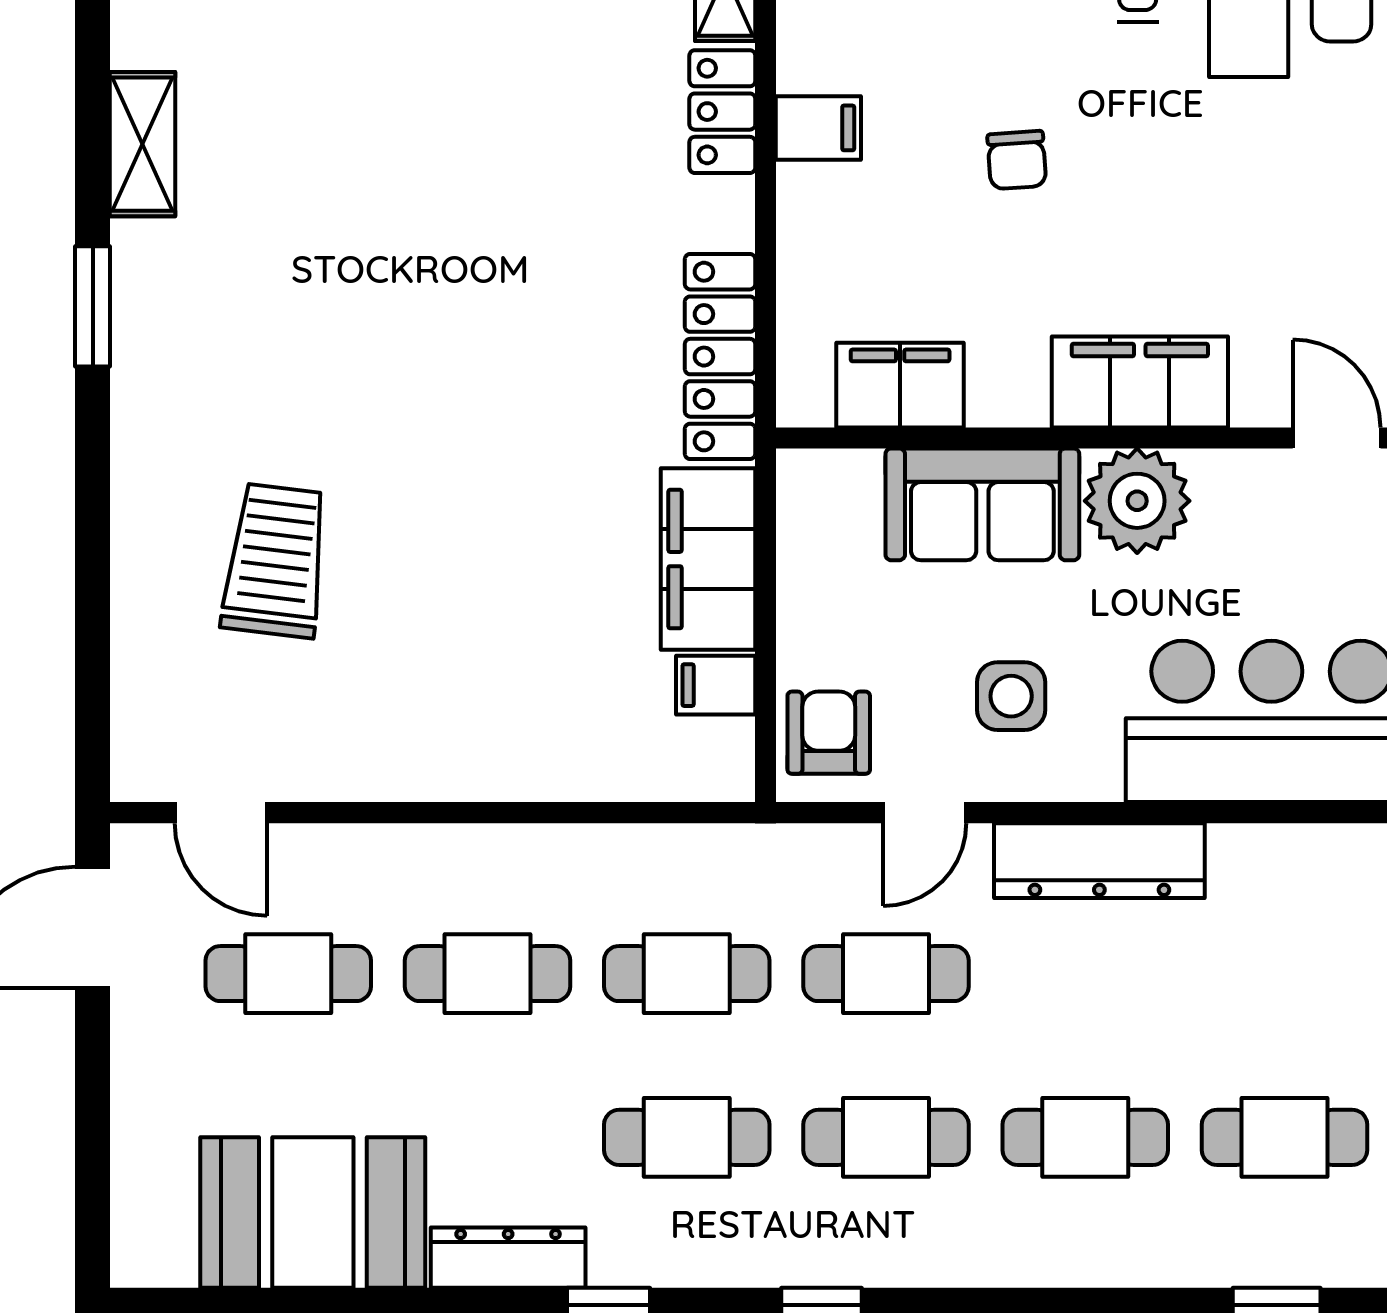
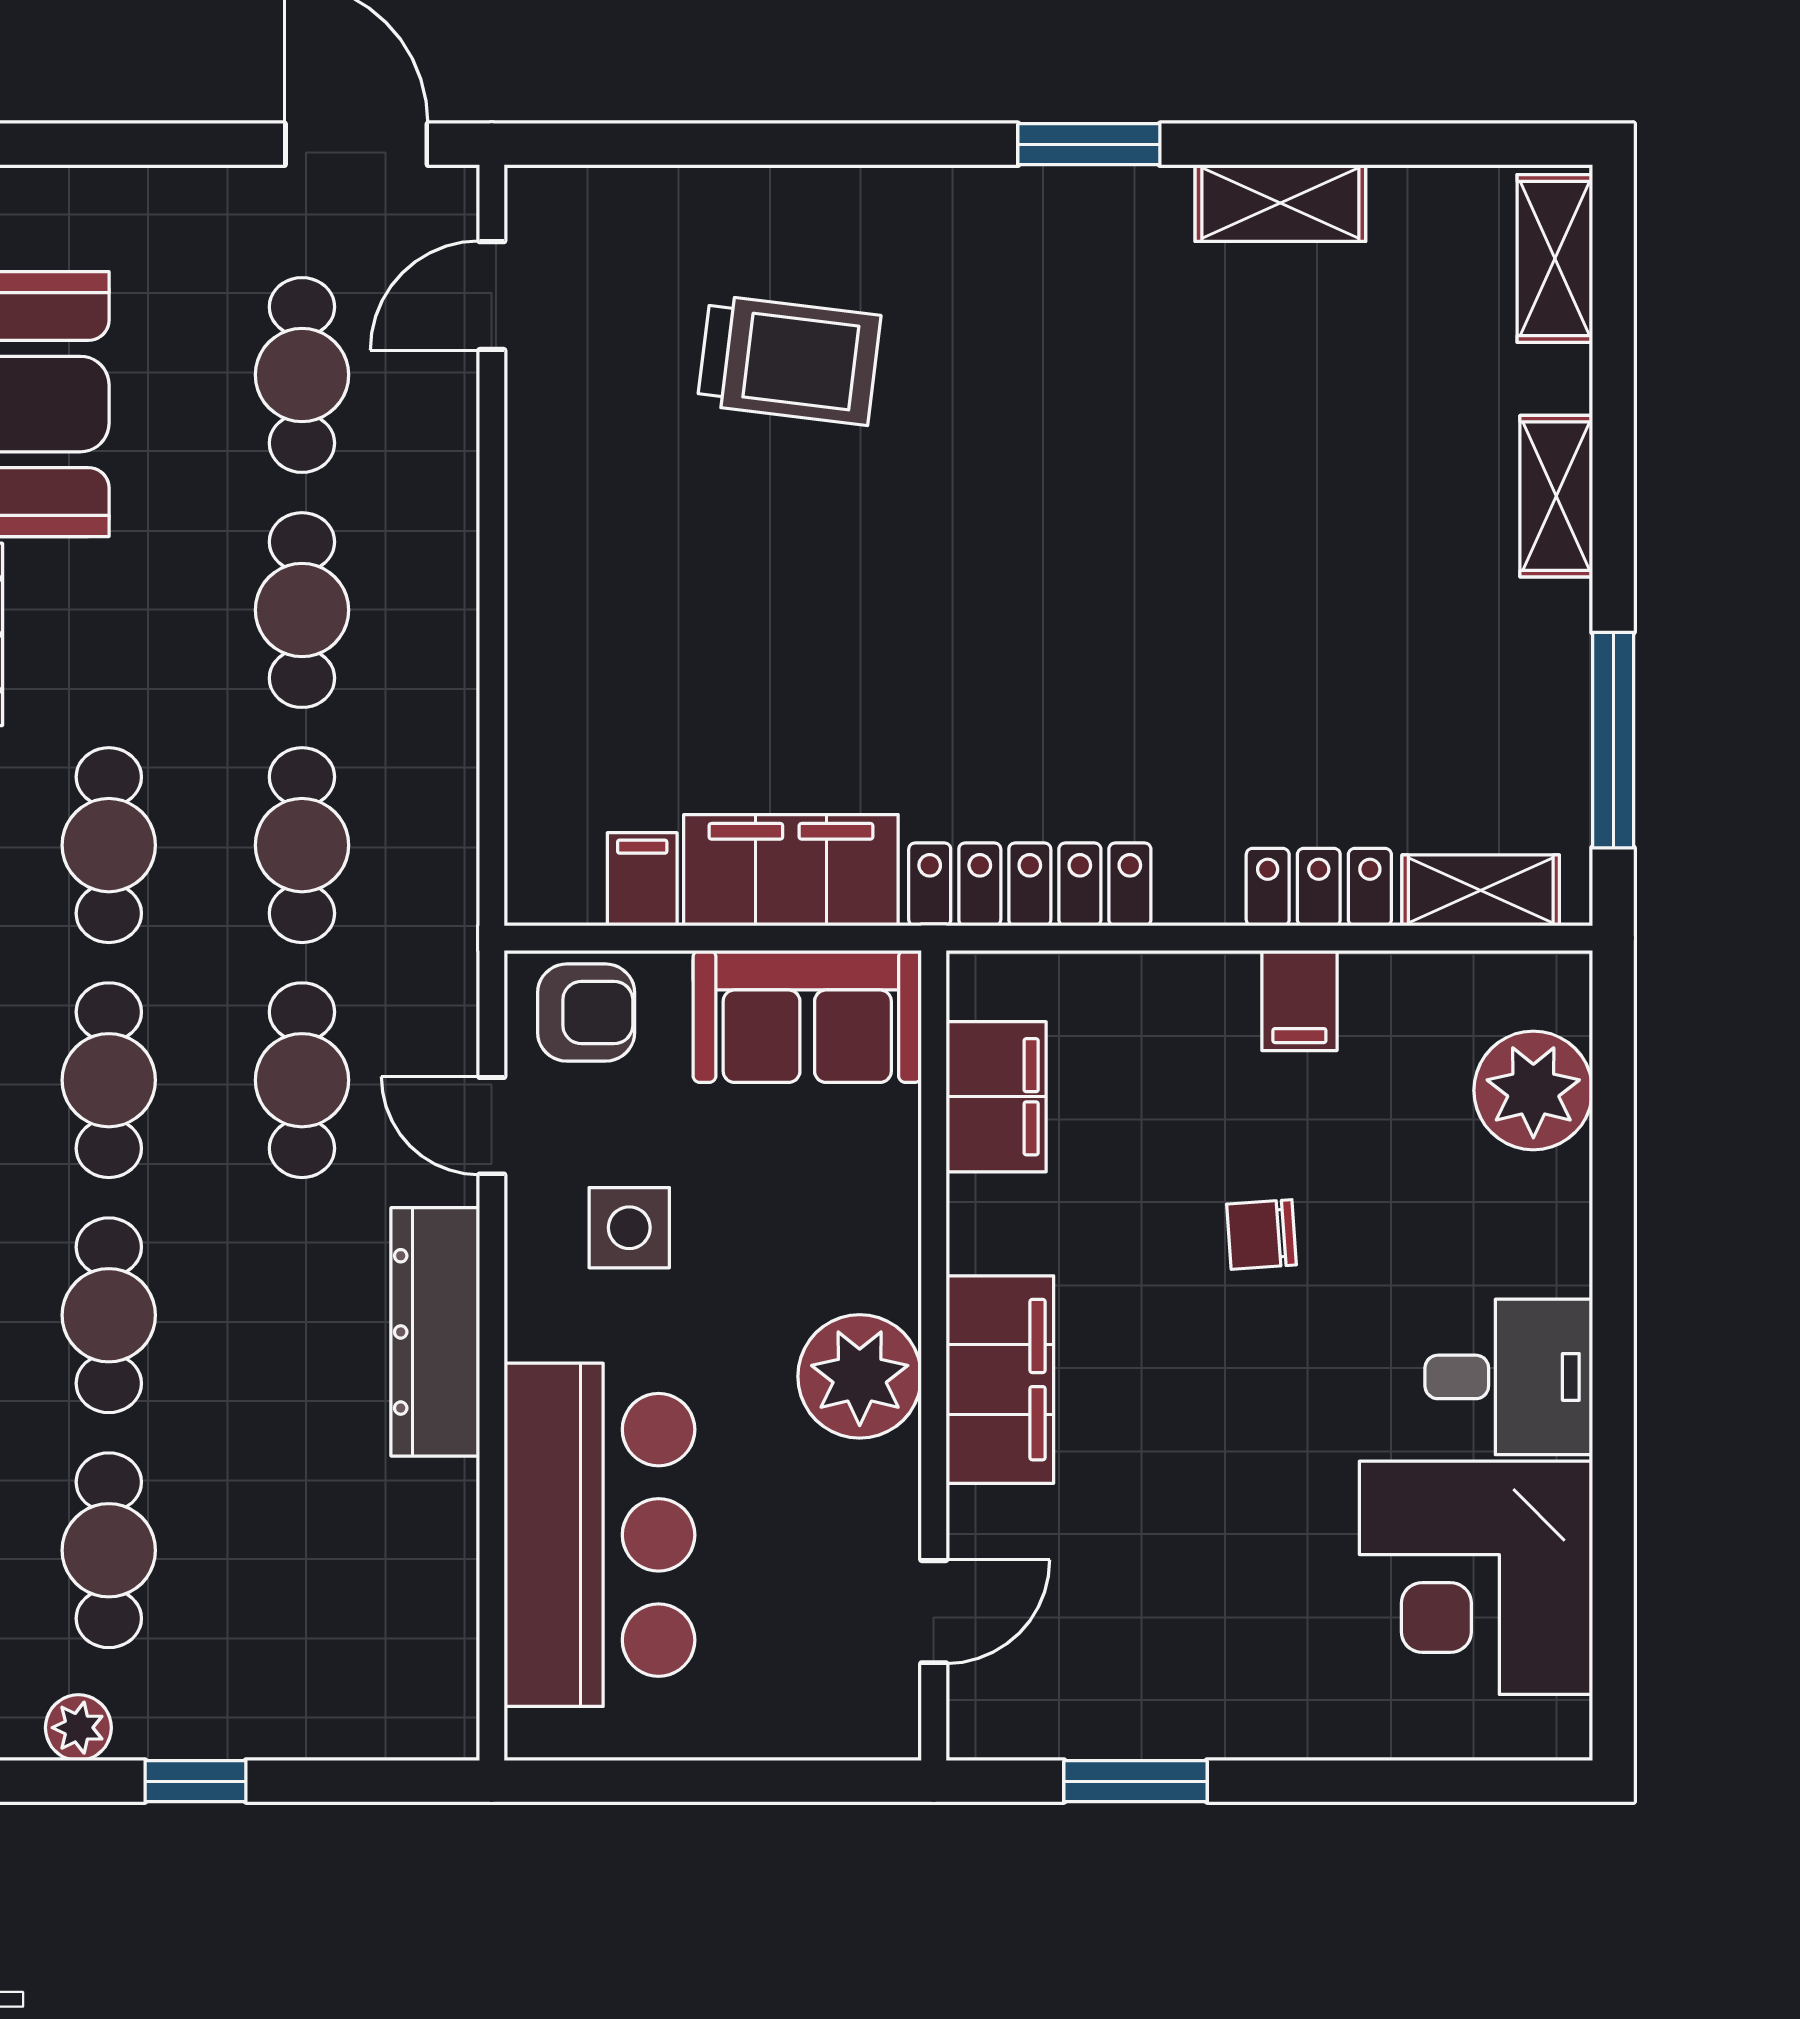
sofa: (982, 504) -> (807, 1016), moved, turned -90

